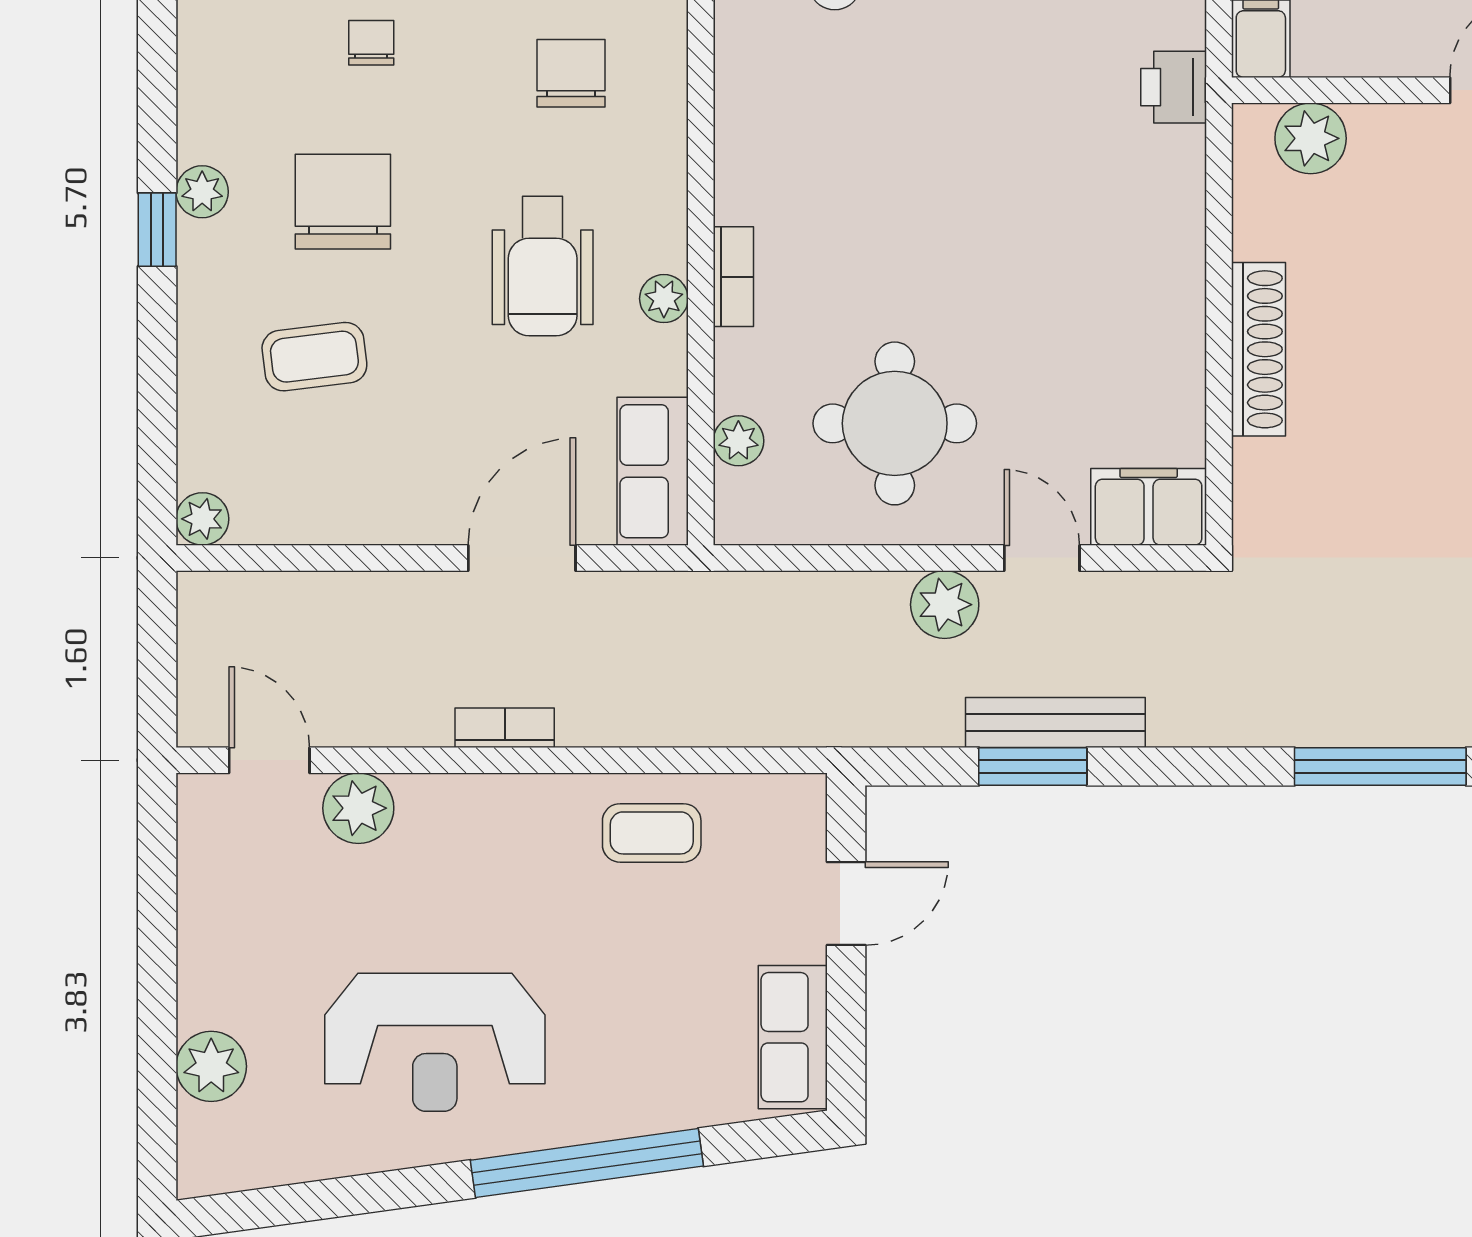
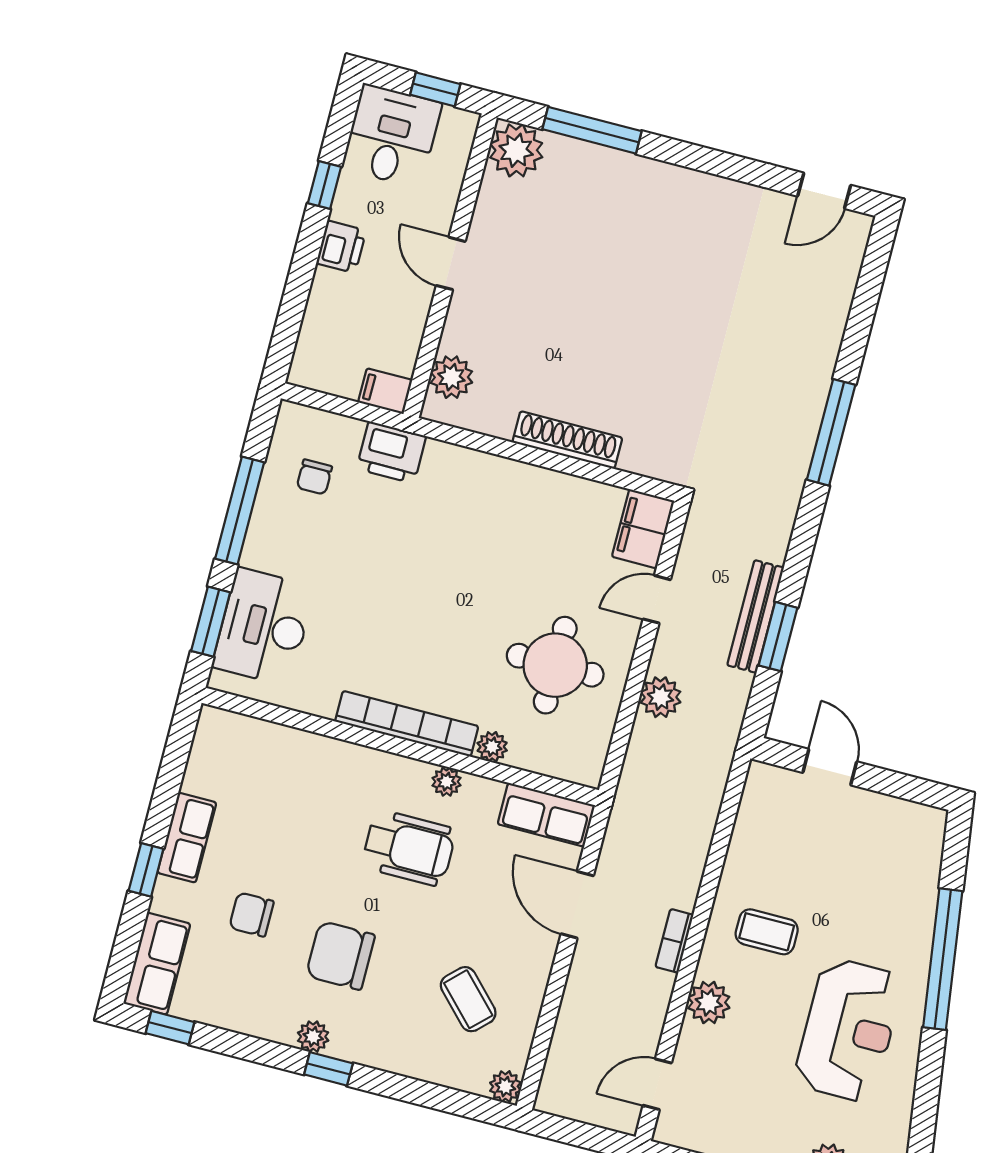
chair: (371, 43) -> (251, 914), width x1.37, depth x1.37
chair: (571, 73) -> (300, 802), removed
printer: (1174, 87) -> (391, 452), width x1.36, depth x1.24
bookcase: (733, 277) -> (407, 724), width x2.31, depth x1.31
coffee table: (314, 357) -> (468, 999), moved, turned -37
plant: (738, 441) -> (492, 747), moved
plant: (945, 605) -> (661, 697), moved
plant: (358, 808) -> (709, 1002), moved
coffee table: (652, 833) -> (767, 932), moved, turned 90
row of seats: (793, 1037) -> (900, 819), removed

